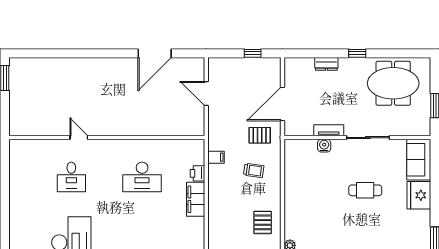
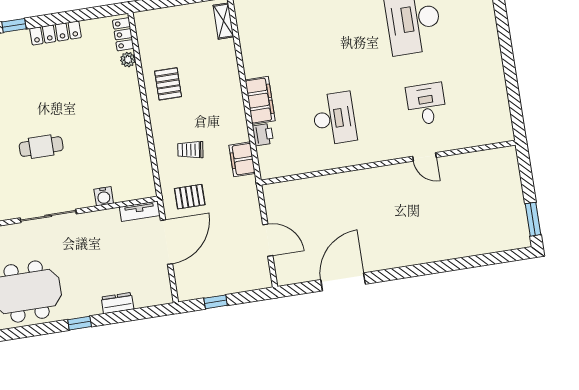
tv unit: (329, 130) -> (140, 211), moved
filing cabinet: (216, 157) -> (242, 159), width x2.00
desk: (142, 177) -> (334, 118), turned 90

